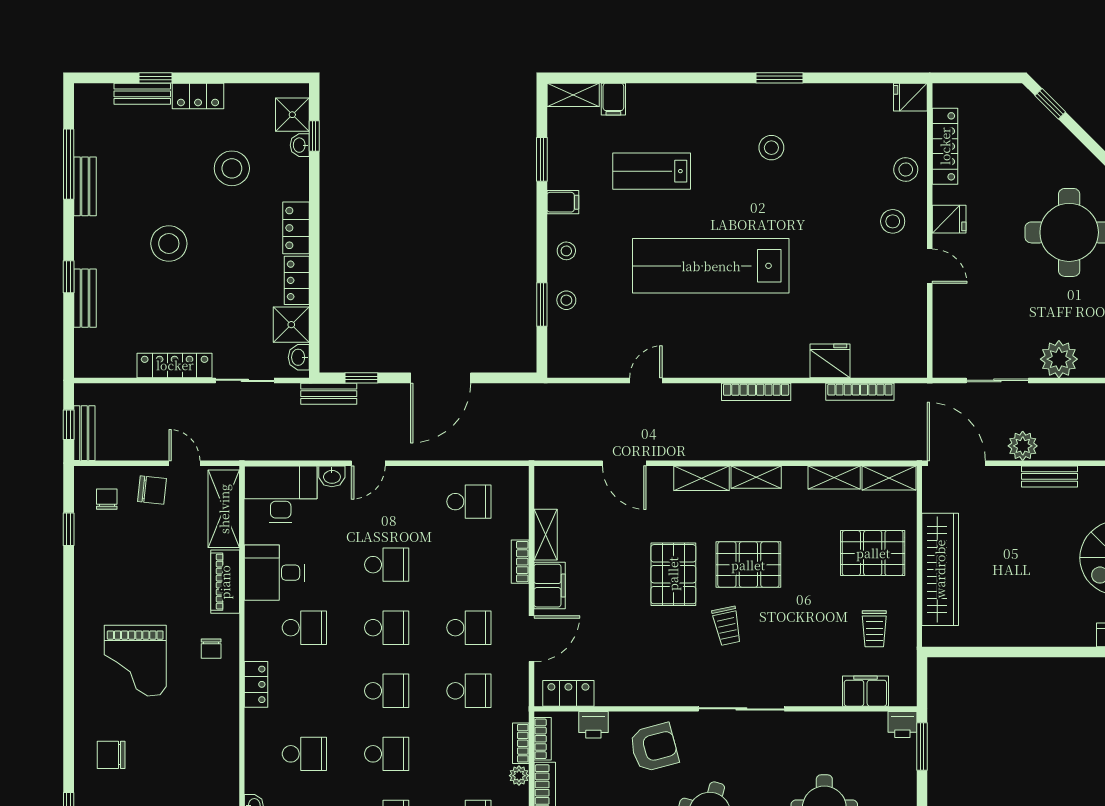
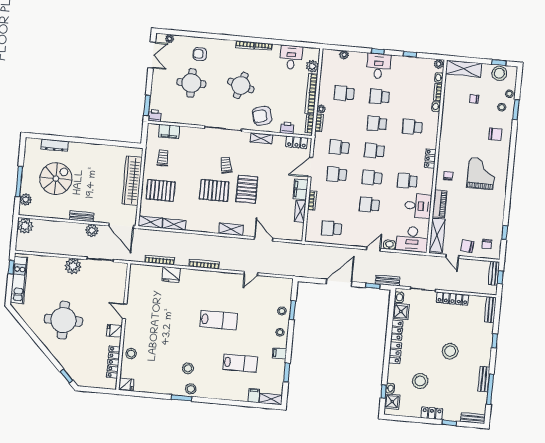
bench: (142, 94) -> (473, 418), moved
stool: (893, 221) -> (191, 389), moved
lab bench: (711, 266) -> (219, 320), width x0.54, depth x0.72
bench: (85, 298) -> (490, 310), moved
shelving: (756, 477) -> (261, 138), moved

